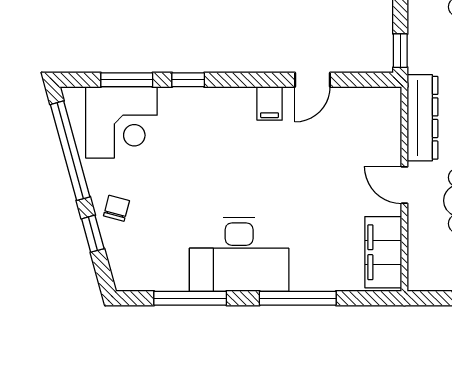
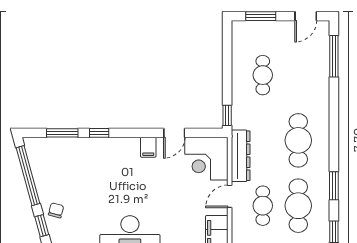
corner desk: (121, 122) -> (206, 159), moved, turned 90
door: (404, 185) -> (230, 196), hinge flipped

